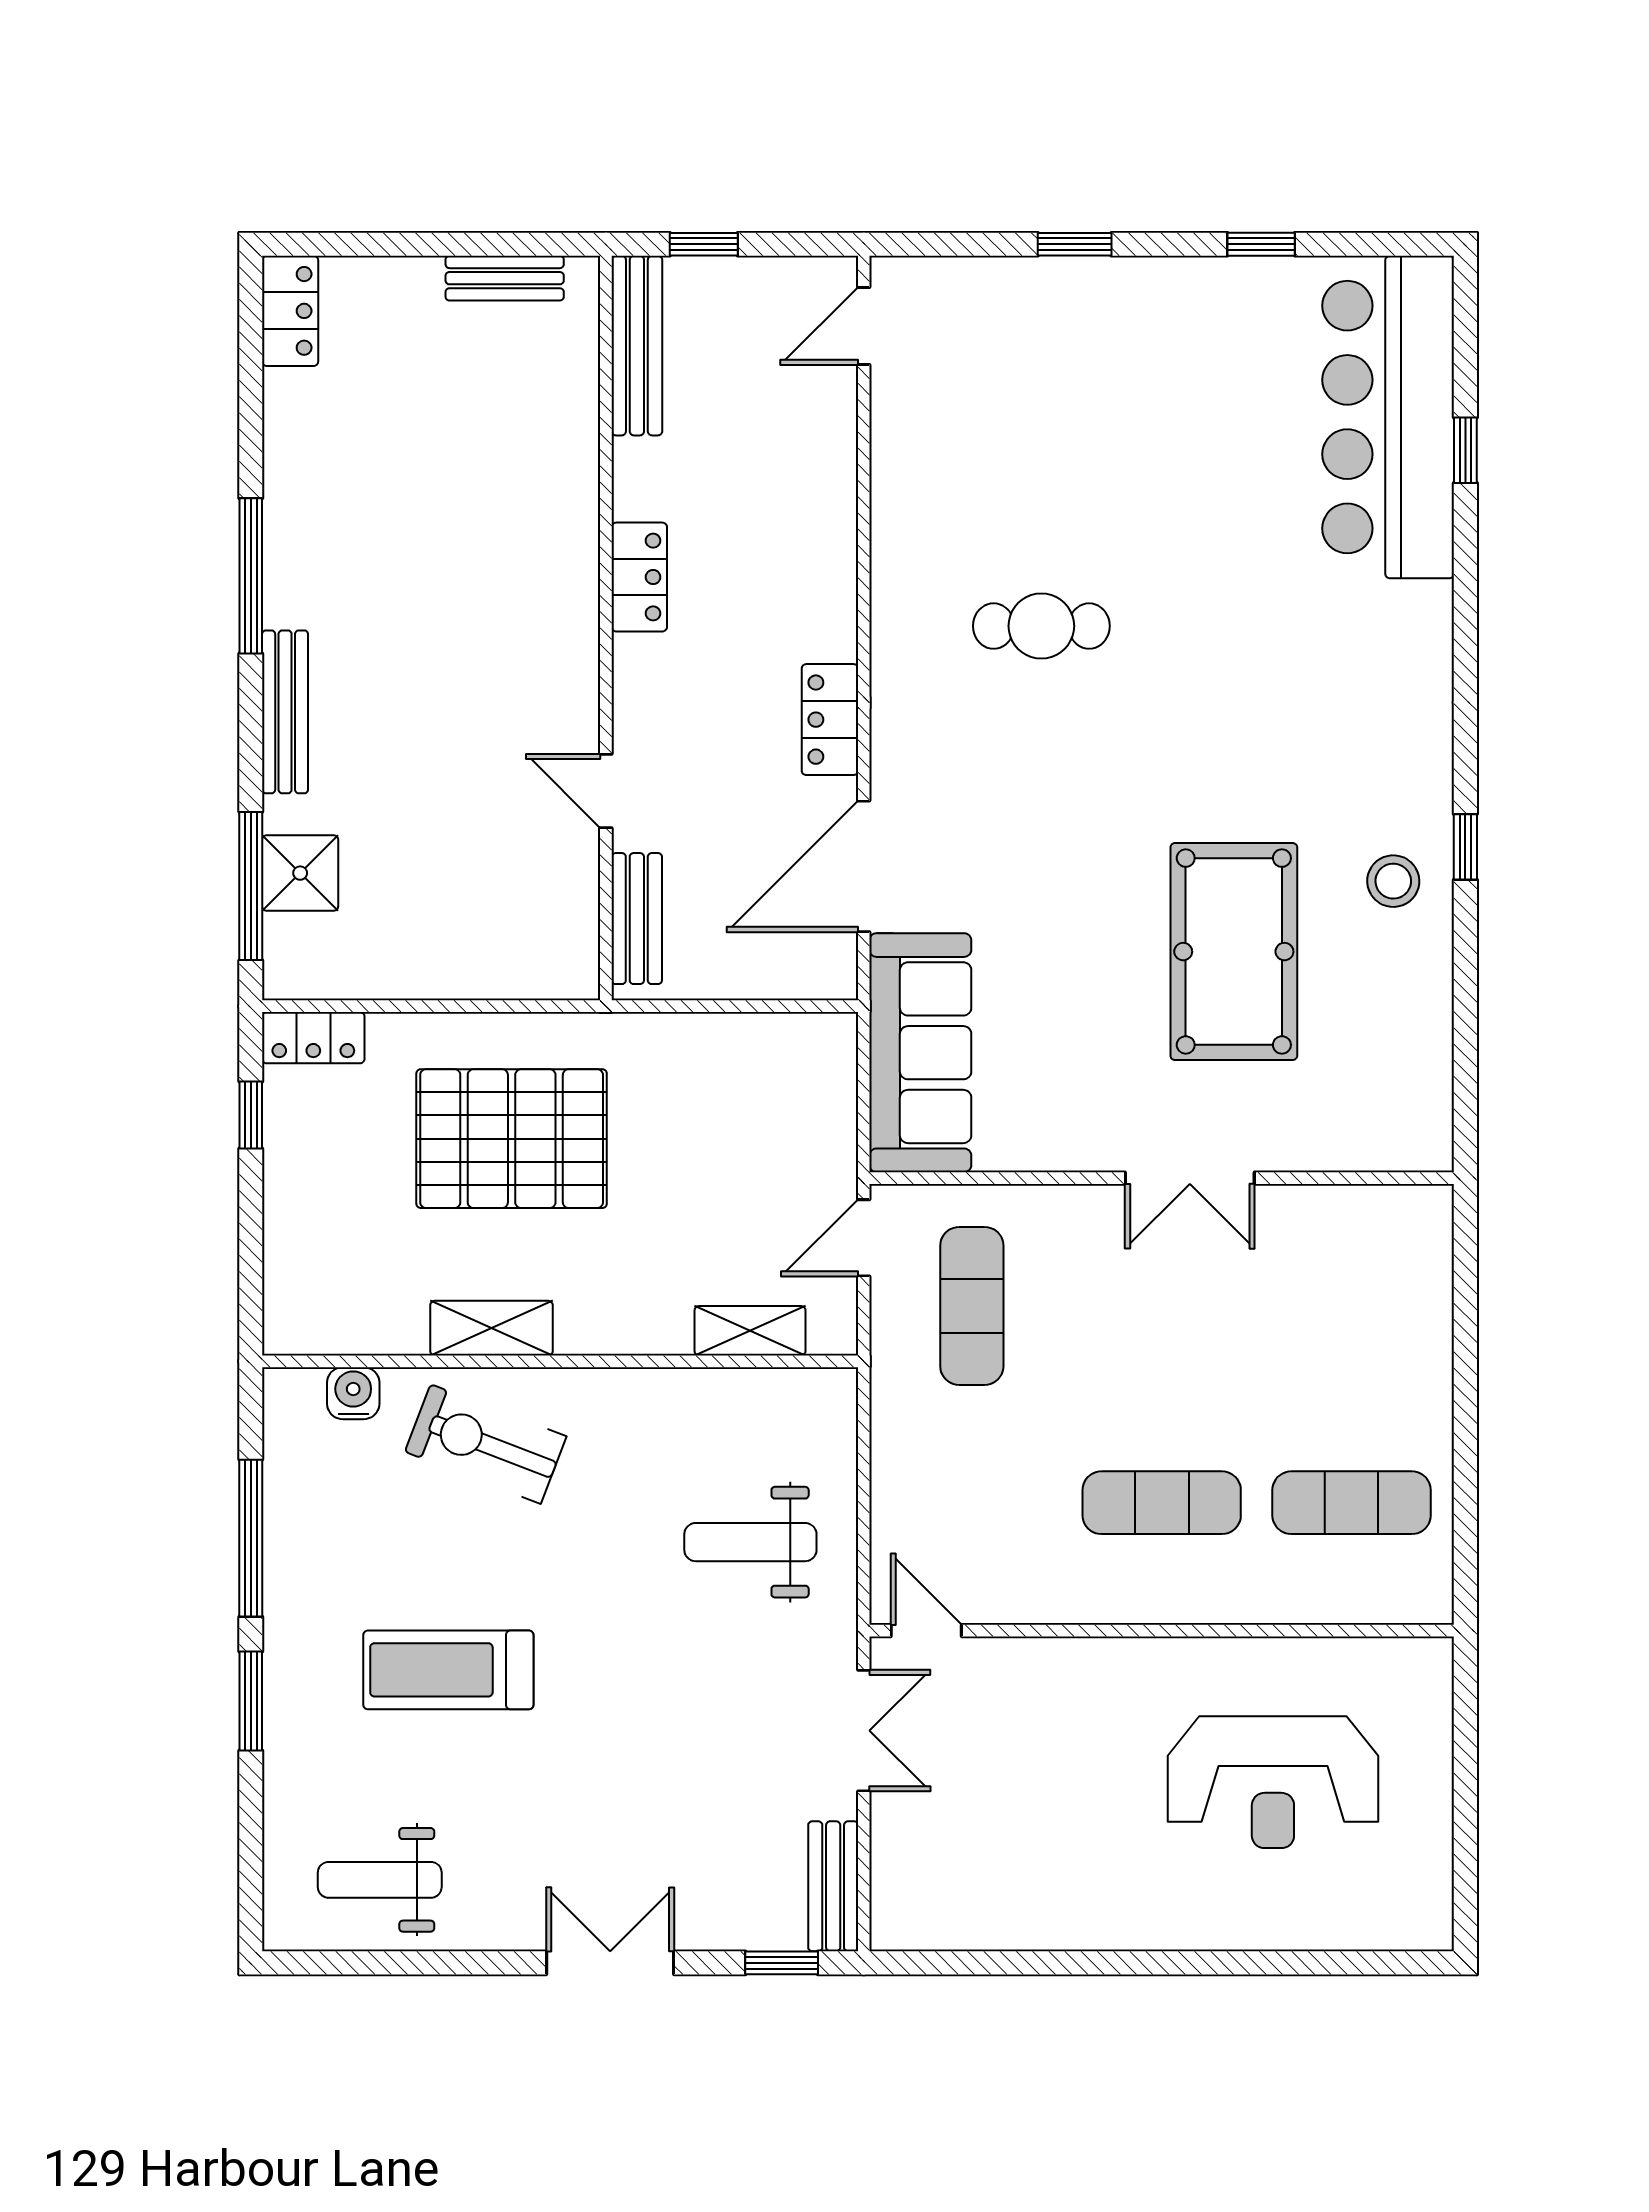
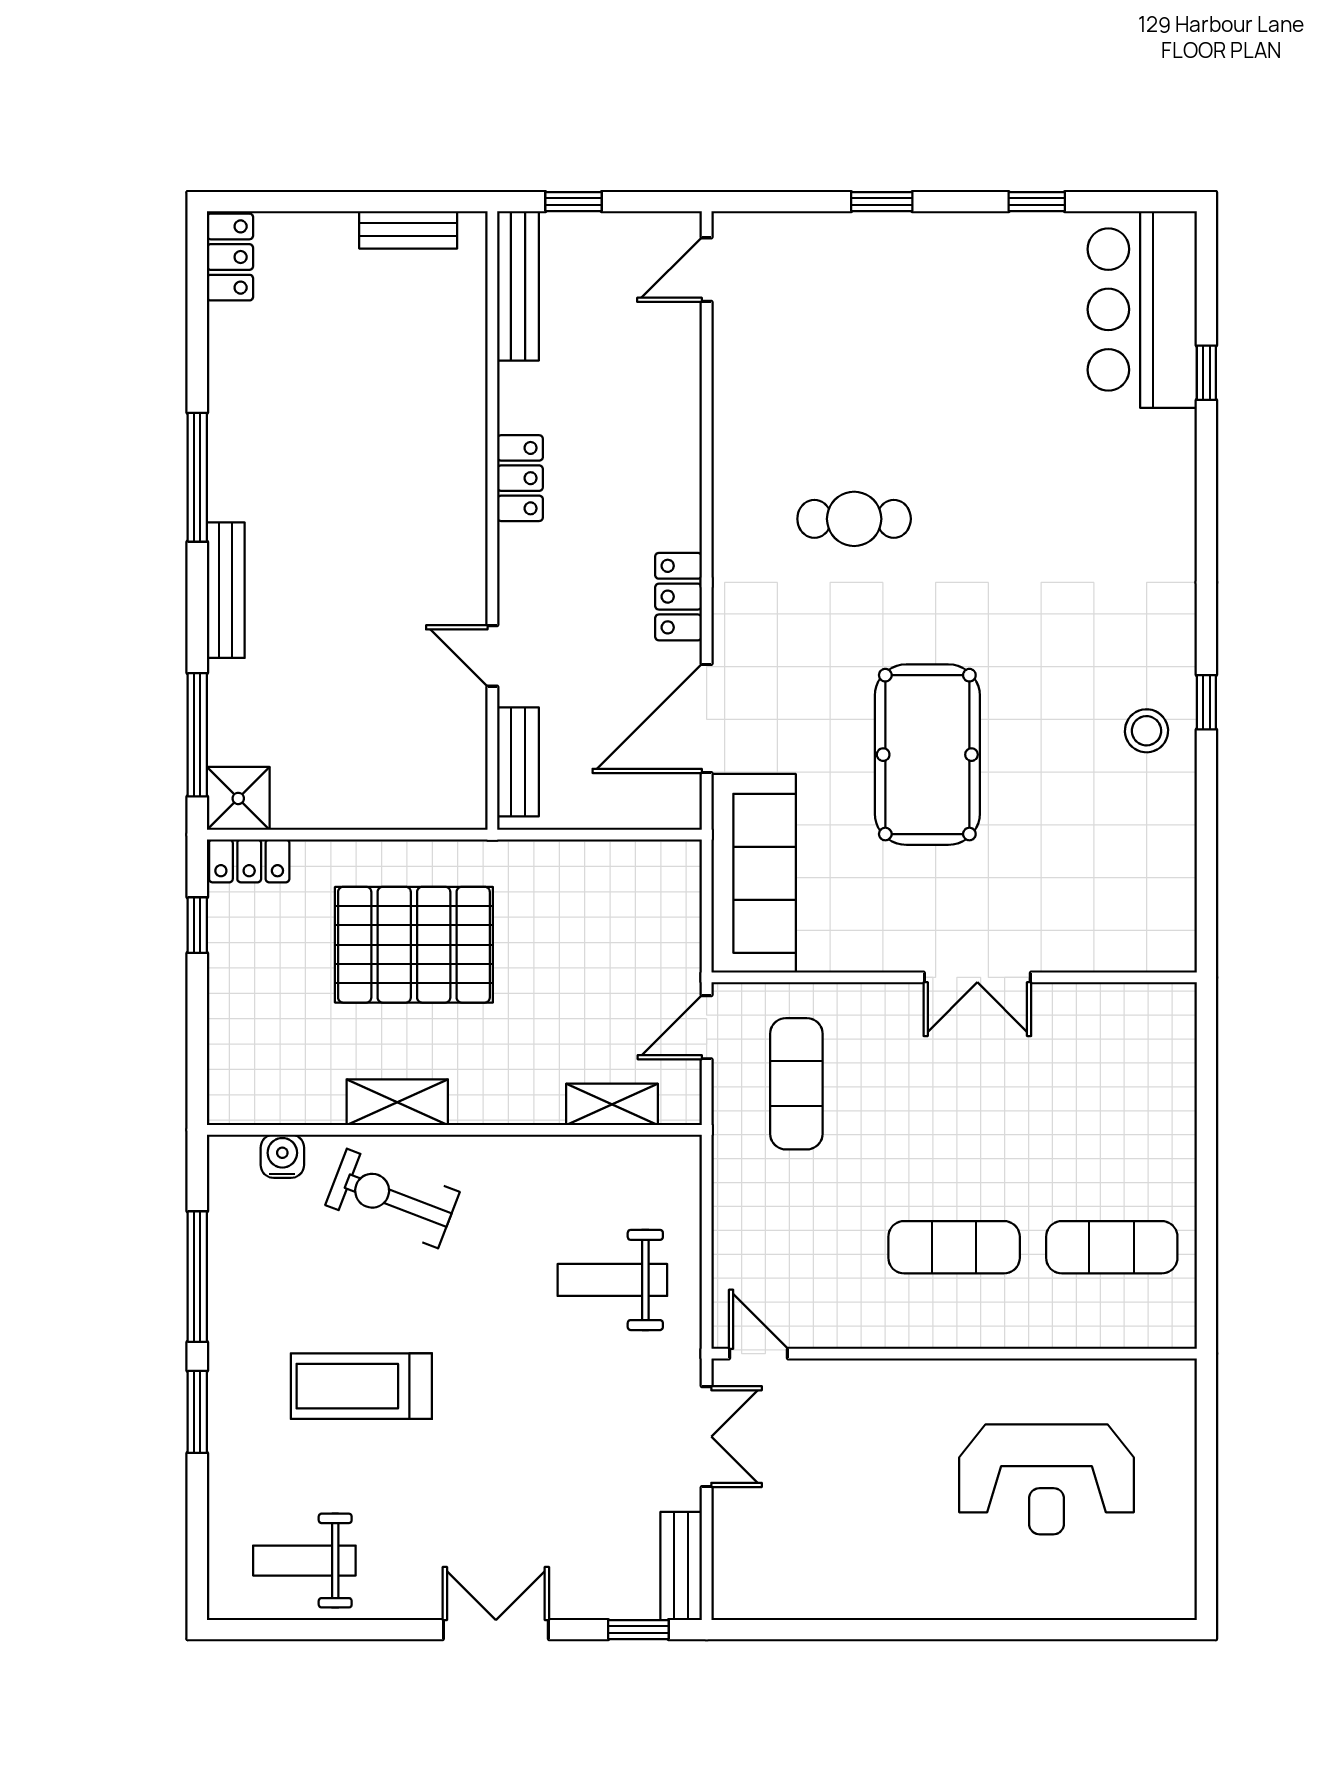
bar counter: (1388, 417) -> (1142, 309), width x0.73
shower: (300, 873) -> (238, 798), moved
pool table: (1234, 952) -> (927, 755), moved

